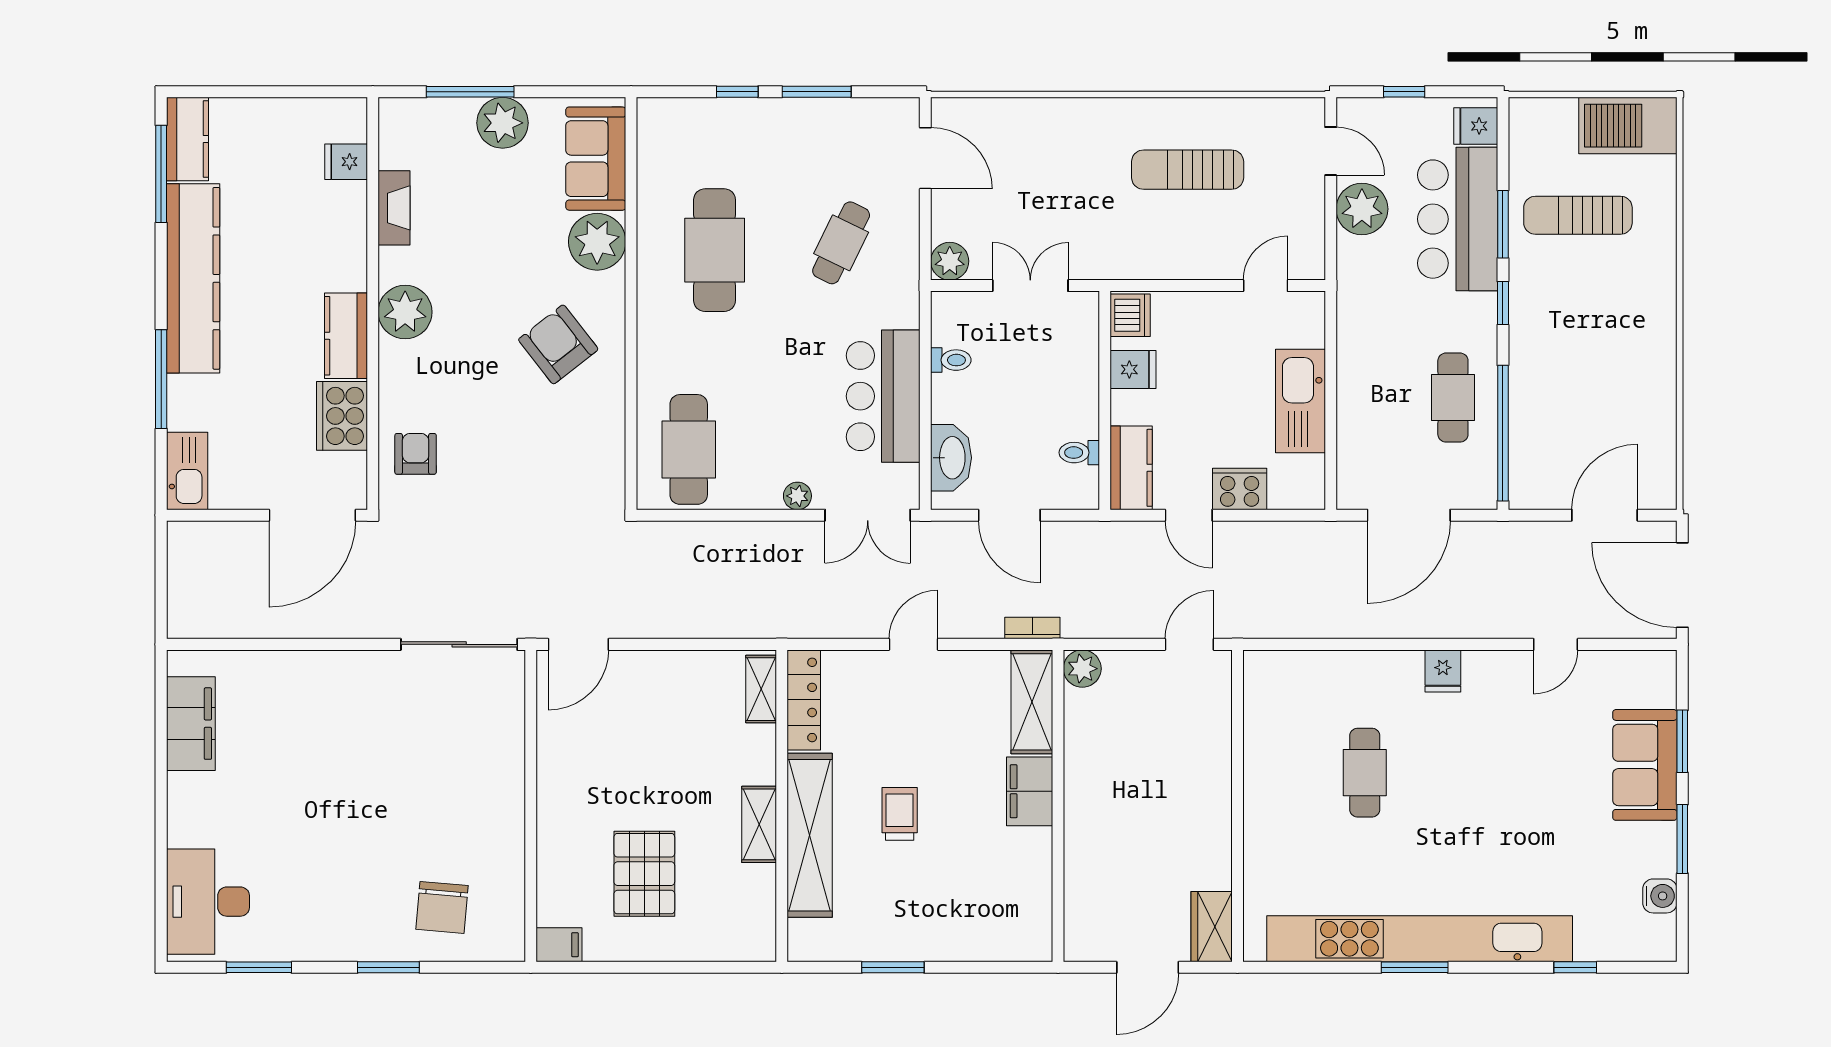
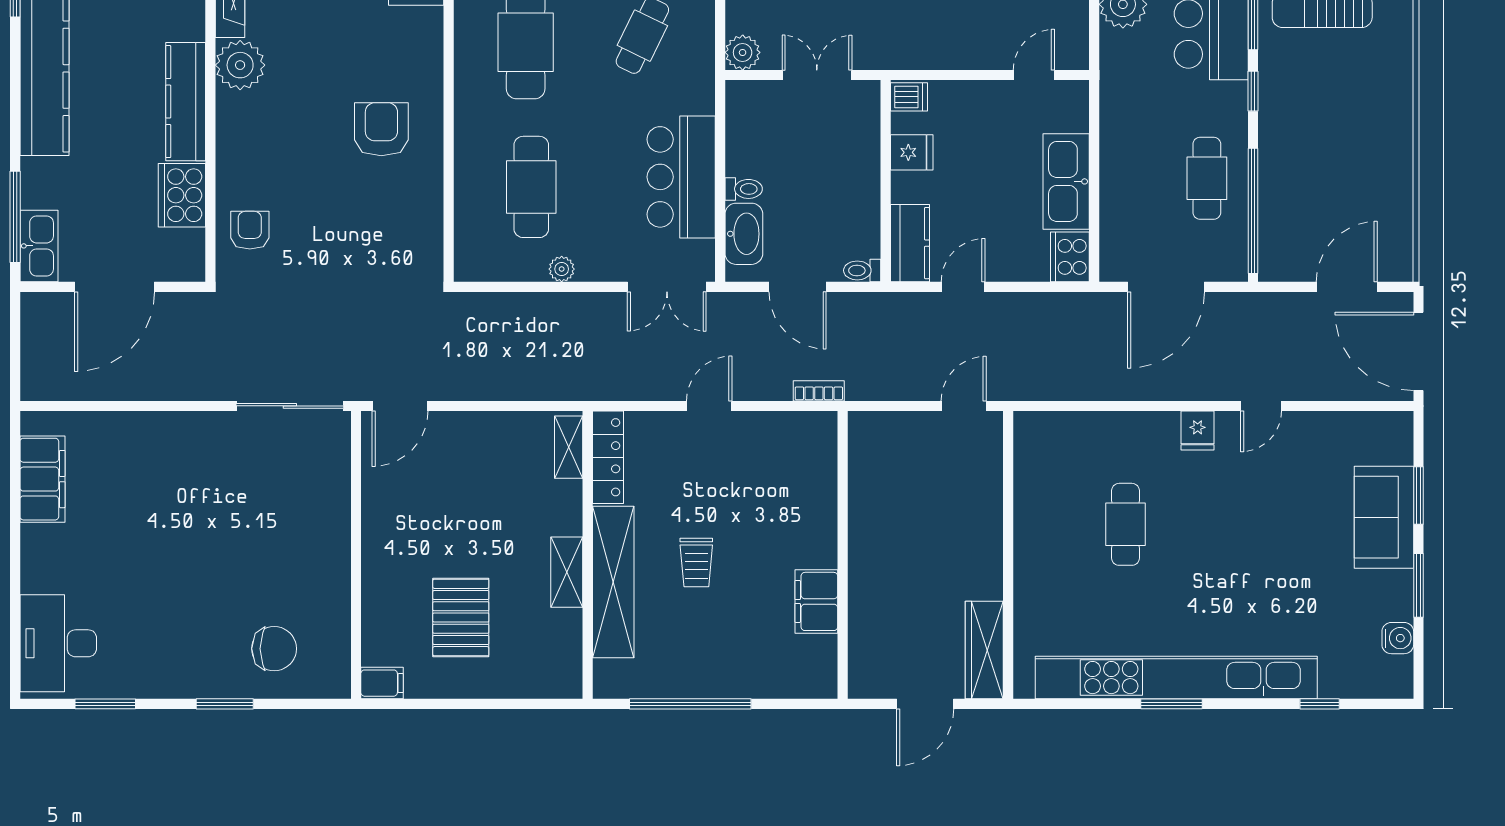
plant: (597, 242) -> (417, 34), removed
plant: (405, 312) -> (240, 65), moved
dishwasher: (1130, 315) -> (909, 97), width x0.73
kitchen counter: (346, 336) -> (186, 102), width x1.50
armchair: (558, 344) -> (381, 129), turned 38
toilet: (951, 360) -> (744, 189), moved
window: (161, 379) -> (15, 217), moved
cafe table: (689, 449) -> (531, 187), moved
toilet: (1079, 453) -> (862, 270), moved
cooker: (1240, 489) -> (1070, 257), moved, turned -90
plant: (797, 496) -> (562, 269), moved
door: (312, 515) -> (114, 287), moved
door: (1189, 515) -> (963, 287), swing flipped
door: (1556, 644) -> (1261, 406), moved
plant: (1082, 669) -> (865, 428), removed
shelving: (1032, 702) -> (818, 459), removed
filing cabinet: (1030, 791) -> (816, 601), moved
trolley: (900, 814) -> (696, 562), turned 180
chair: (442, 907) -> (274, 649), turned -95
wardrobe: (1212, 927) -> (984, 650), width x1.50
window: (893, 967) -> (690, 704), width x2.11

